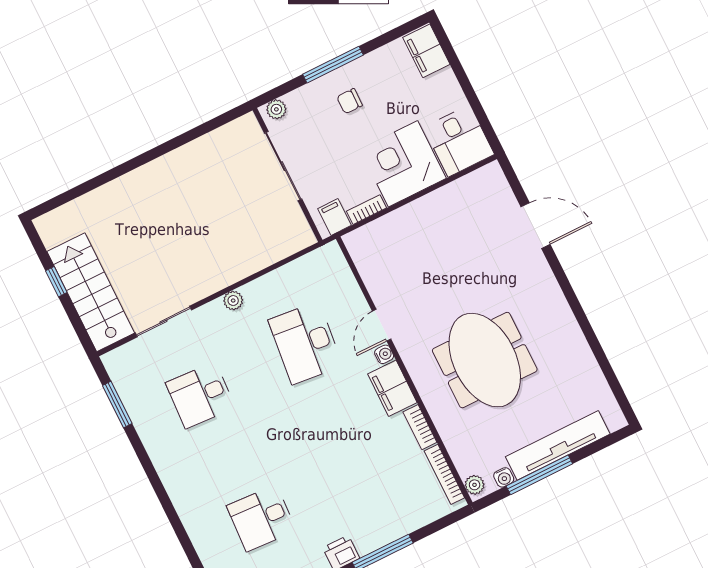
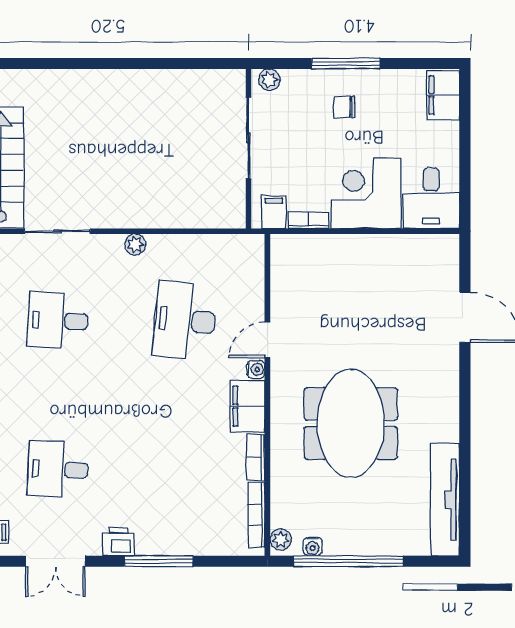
tv unit: (558, 445) -> (445, 500), moved, turned -90
window: (539, 475) -> (348, 561), width x1.46

